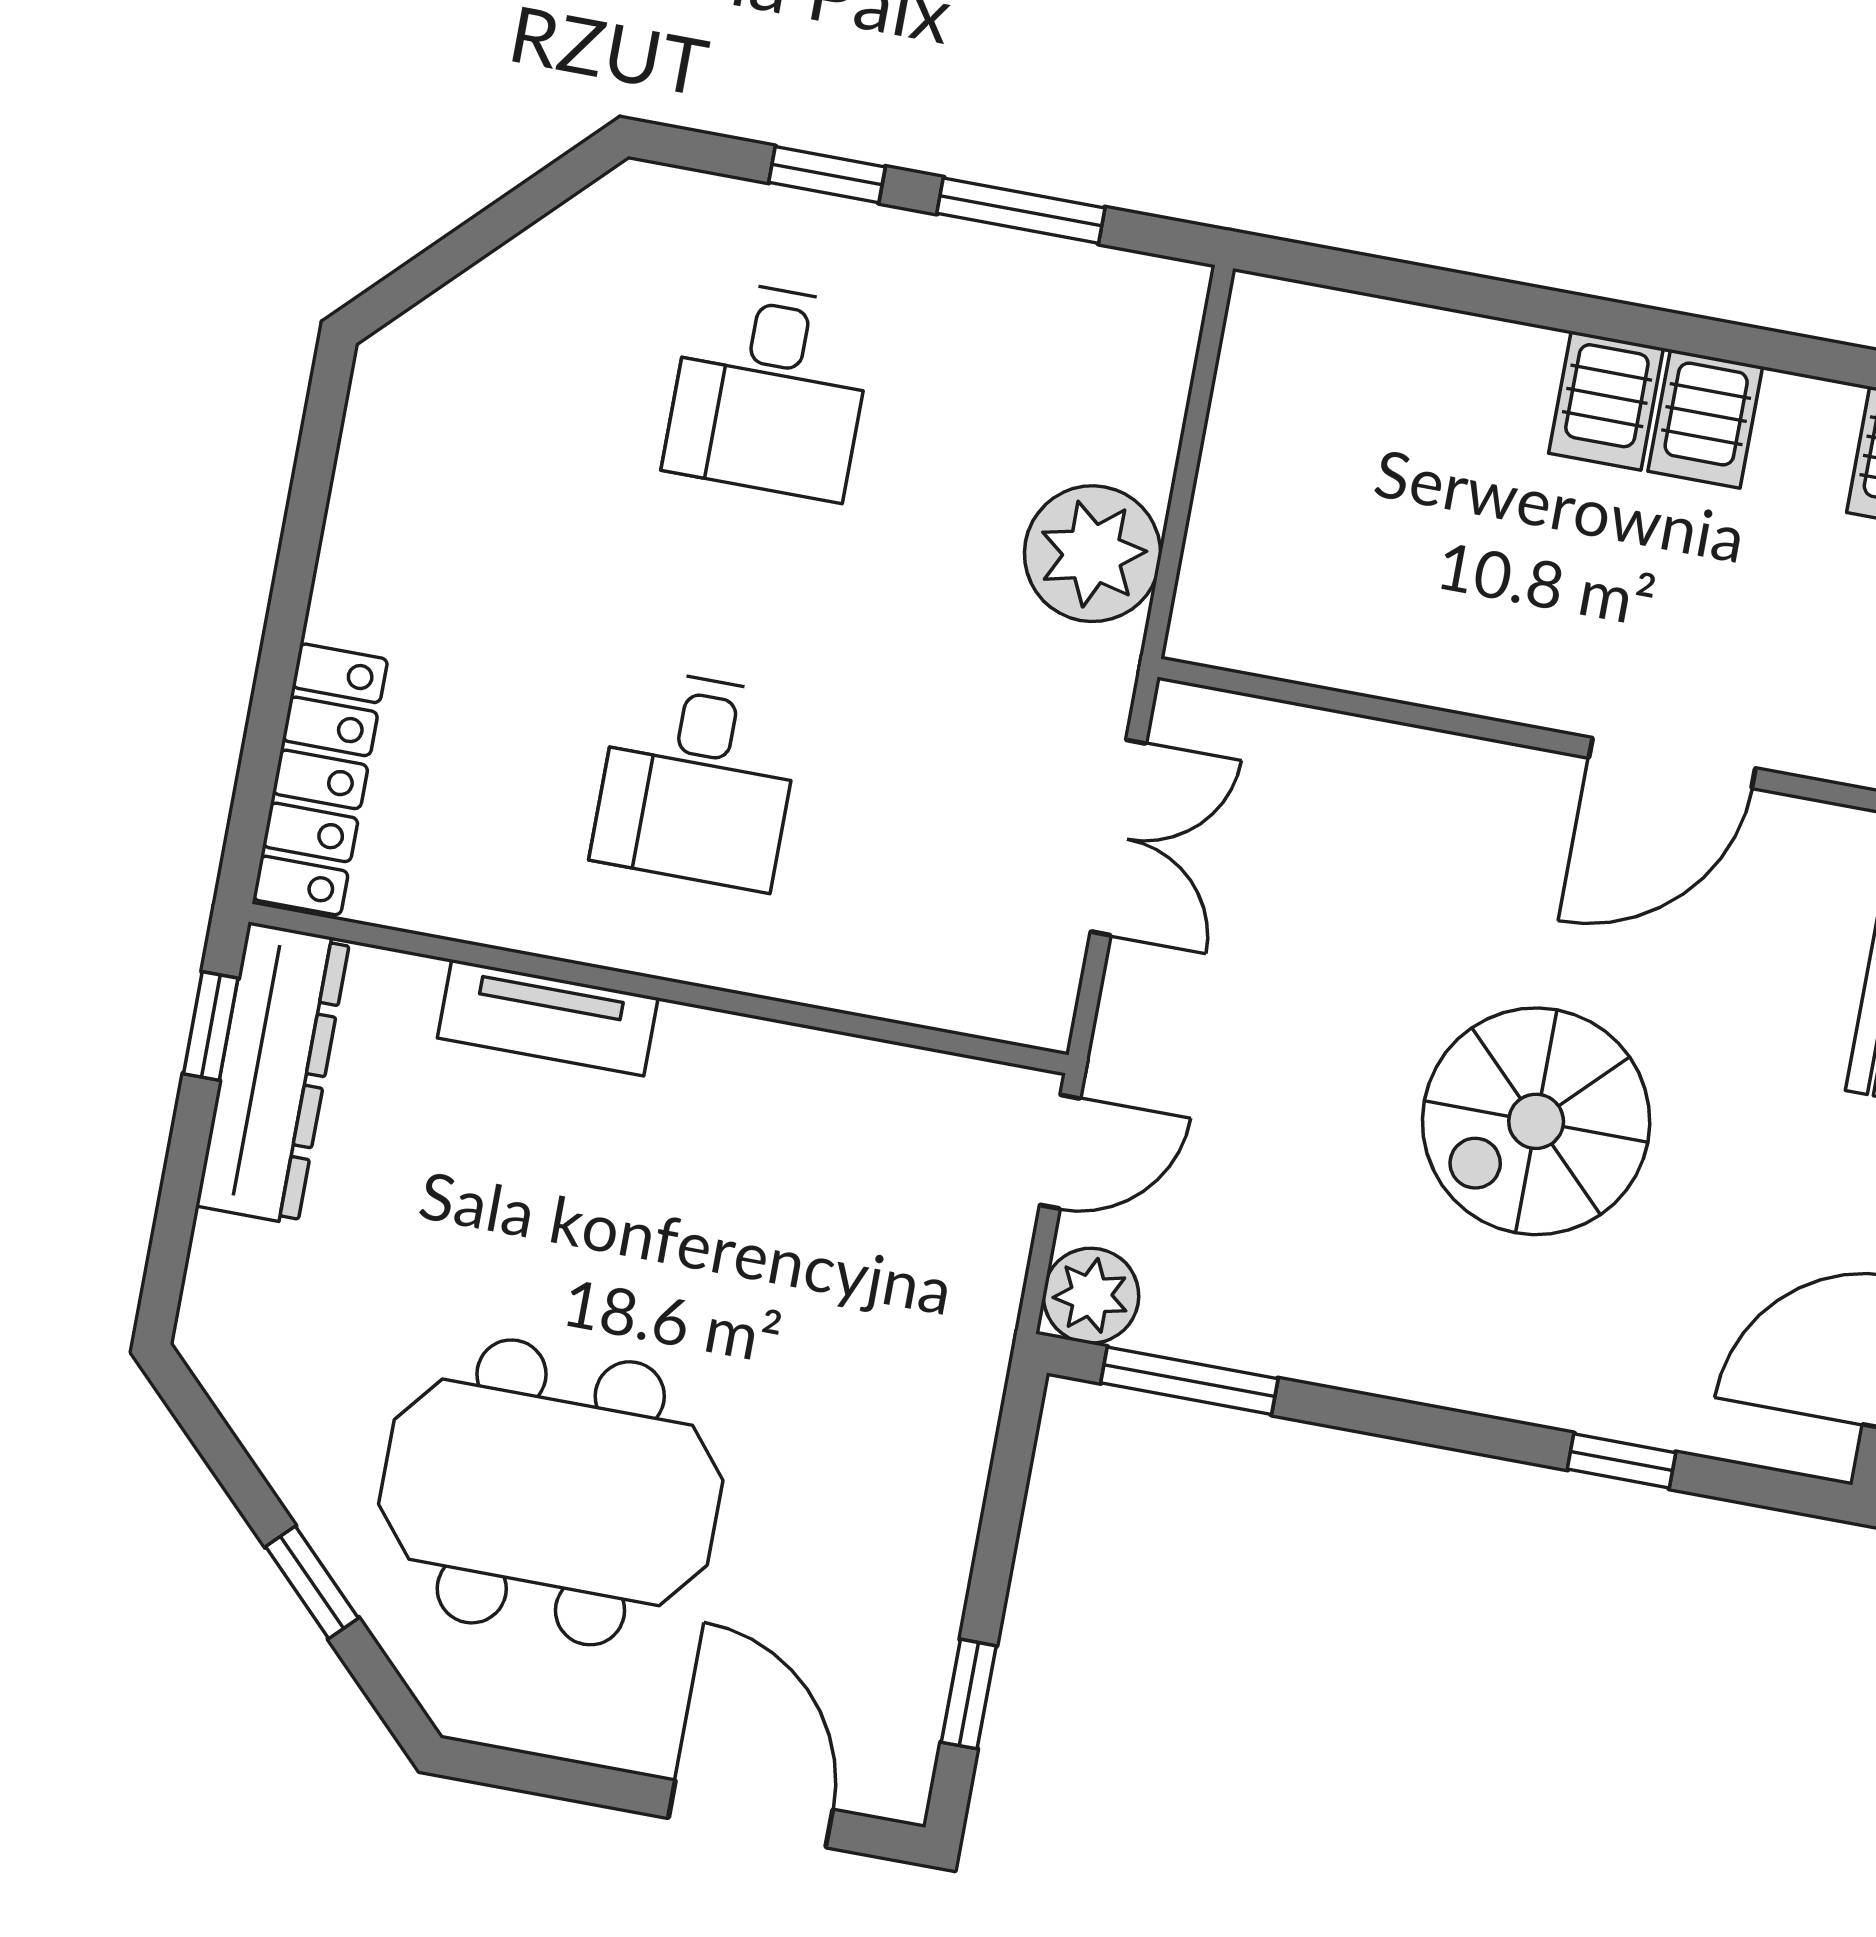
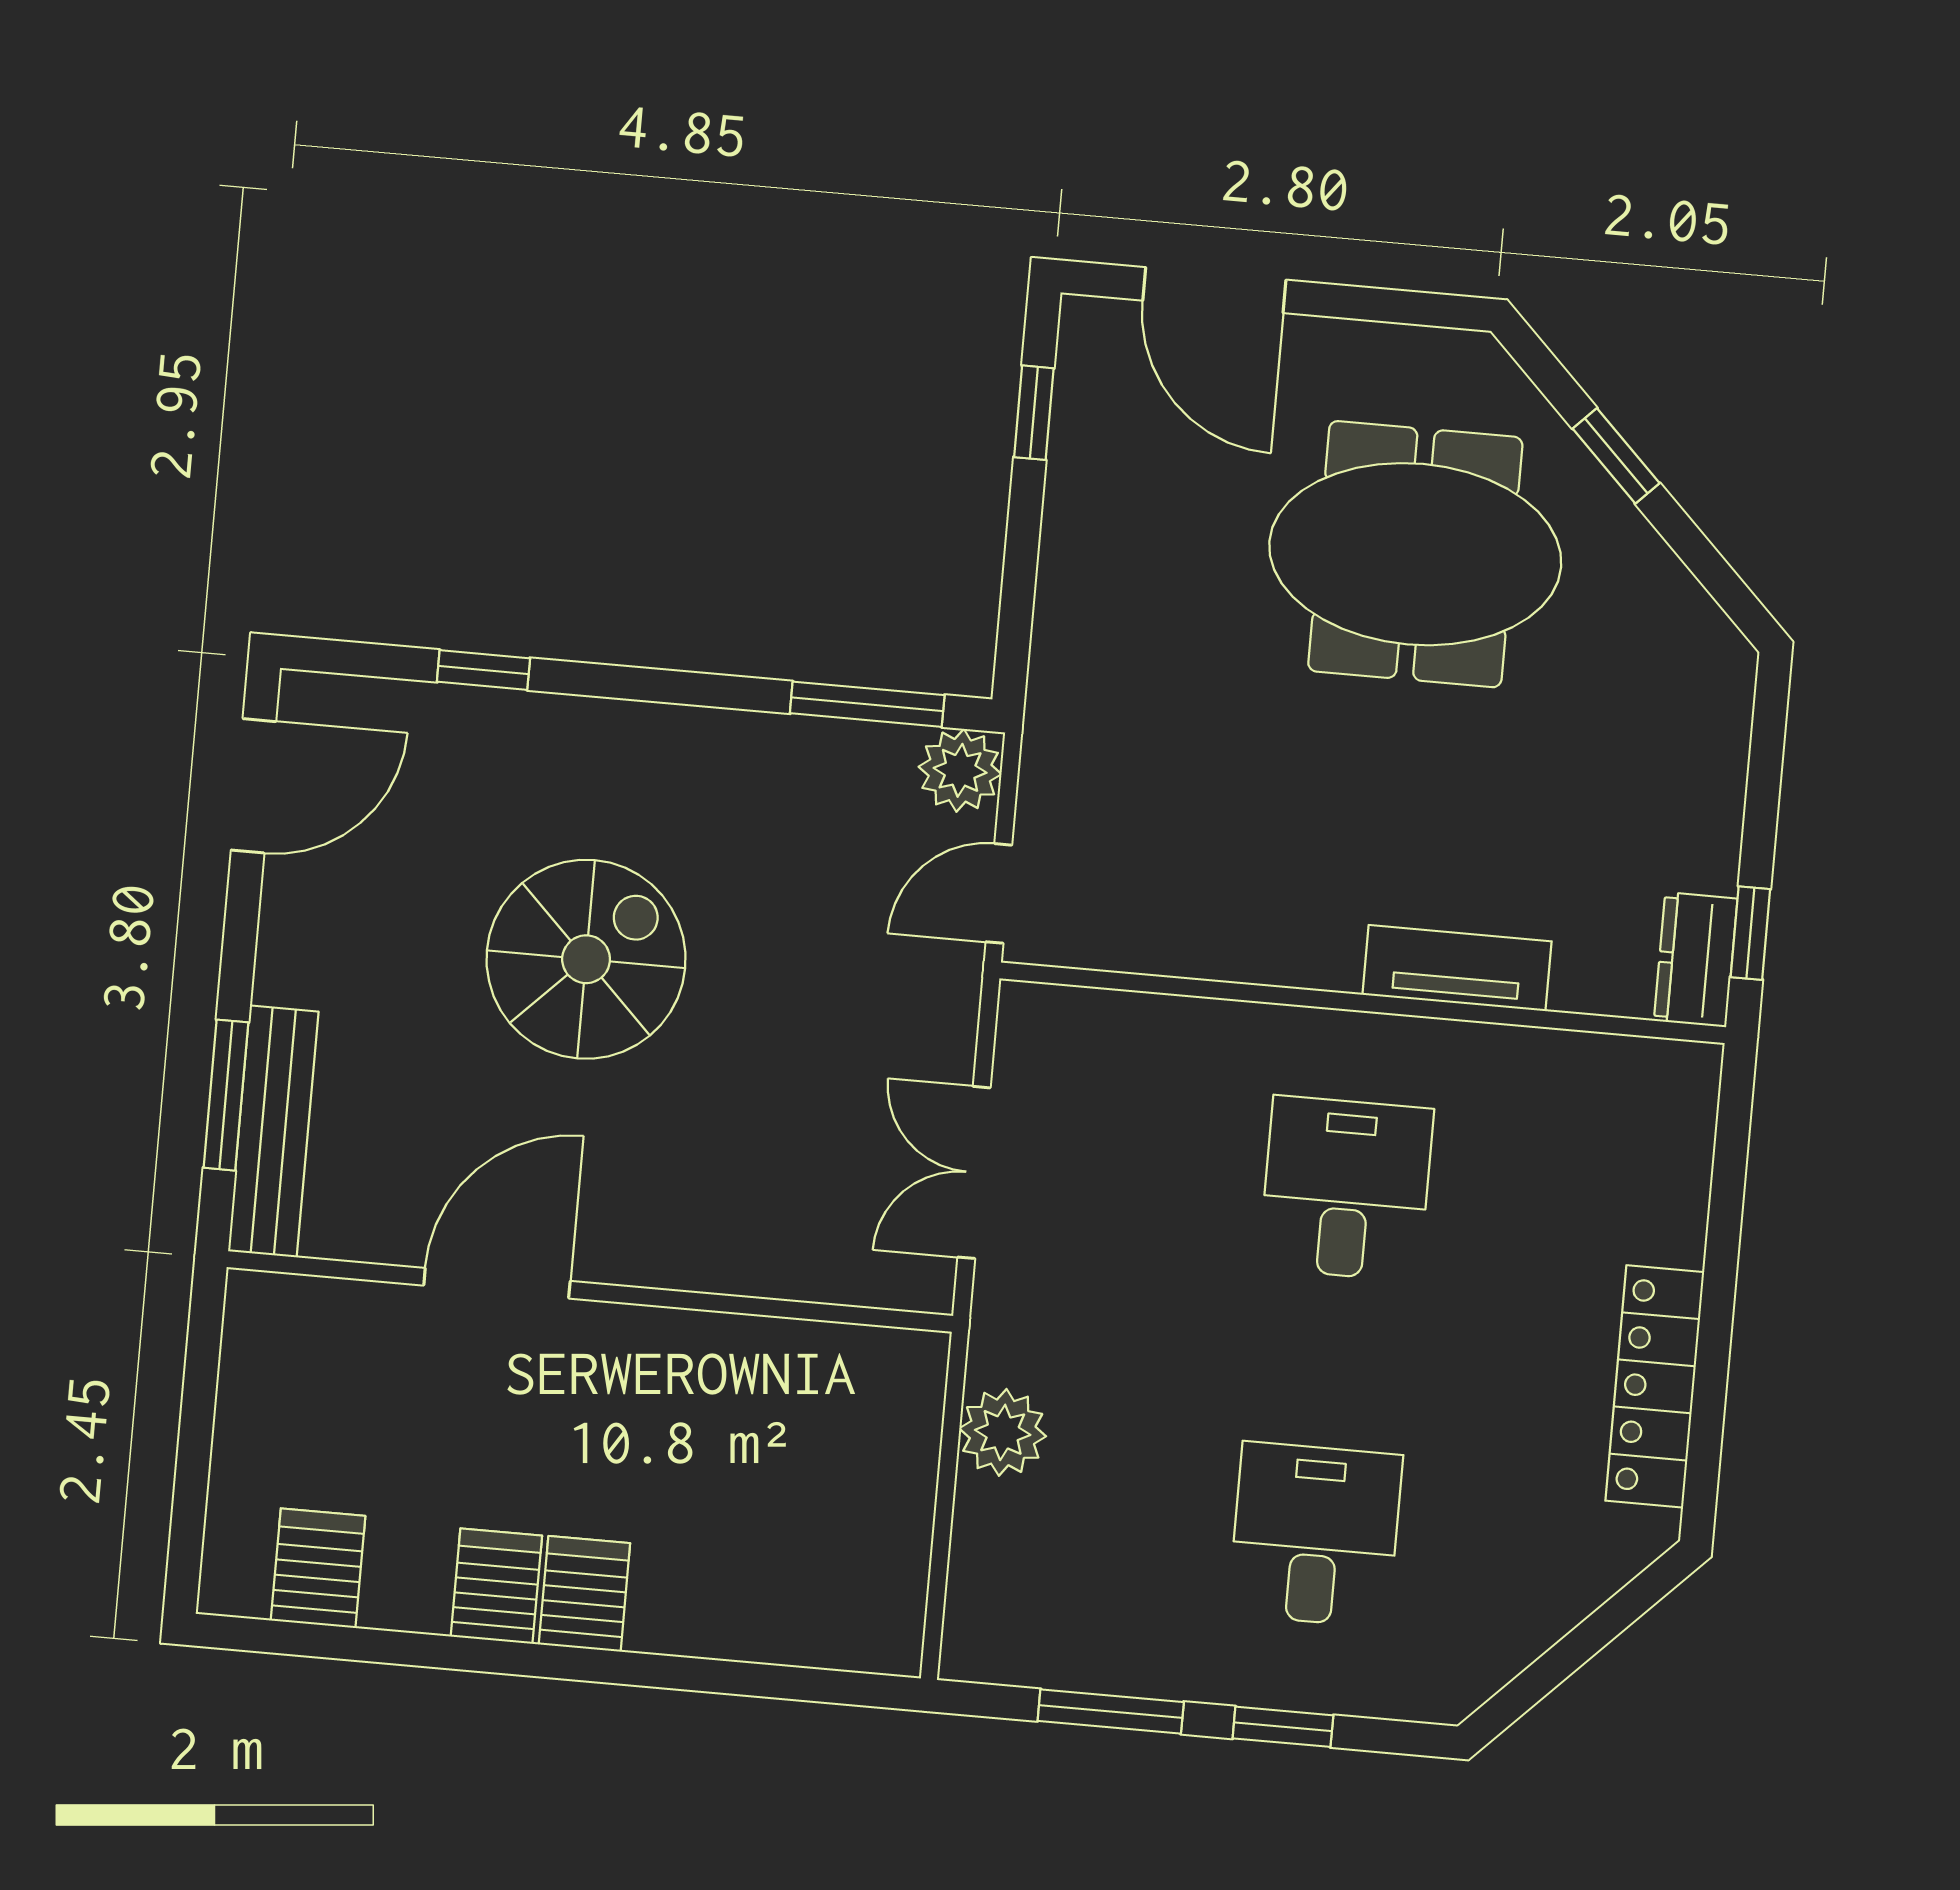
plant: (1093, 554) -> (1003, 1432), width x0.73, depth x0.73
locker: (320, 779) -> (1655, 1386), moved
dresser: (273, 1073) -> (1696, 960), width x0.51, depth x0.80

